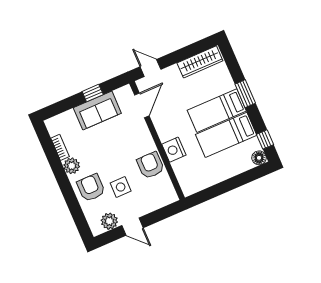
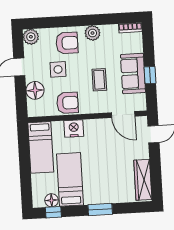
bed: (217, 111) -> (41, 147), moved, turned 180
coffee table: (116, 142) -> (99, 80), added
bookcase: (60, 147) -> (130, 28), moved
floor lamp: (259, 158) -> (52, 200), moved
floor lamp: (150, 202) -> (35, 90), added
plant: (109, 221) -> (31, 37), moved

